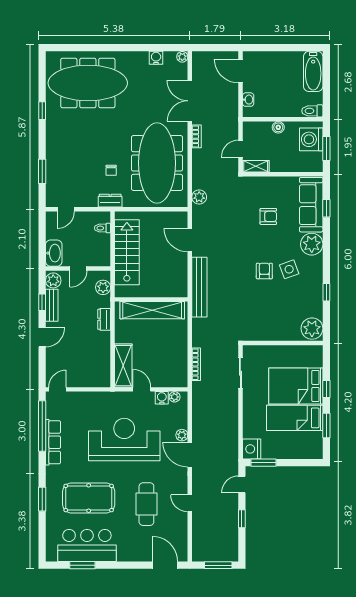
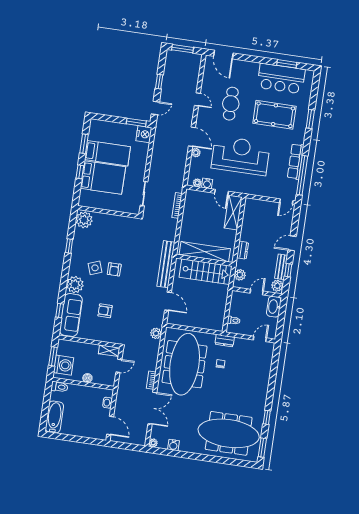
window: (42, 171) -> (262, 448), moved
stairs: (127, 252) -> (206, 272), moved, turned -90
reception desk: (124, 440) -> (241, 156), turned 180

